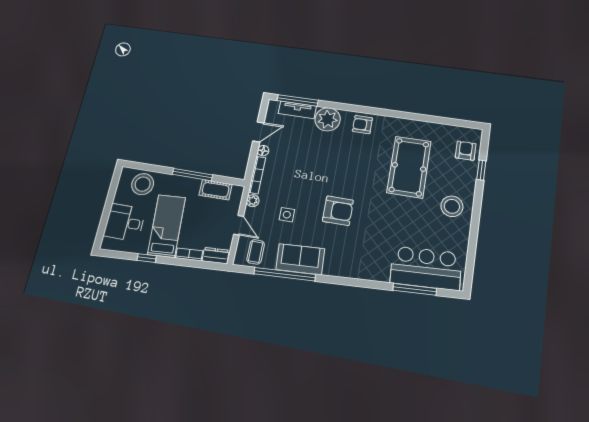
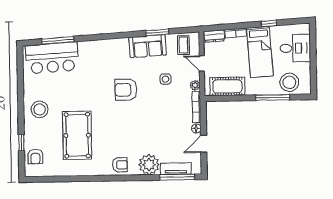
window: (192, 175) -> (273, 97), moved
cot: (216, 190) -> (227, 86), width x1.37, depth x1.34
window: (285, 274) -> (157, 32), width x0.47

